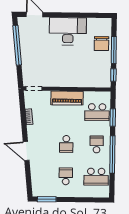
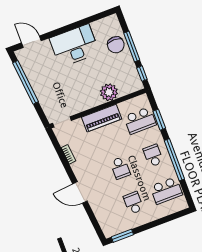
plant: (81, 80) -> (109, 92), added

